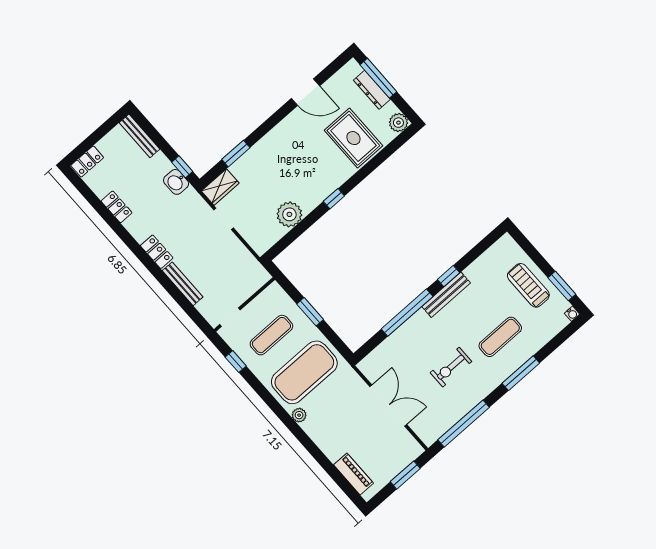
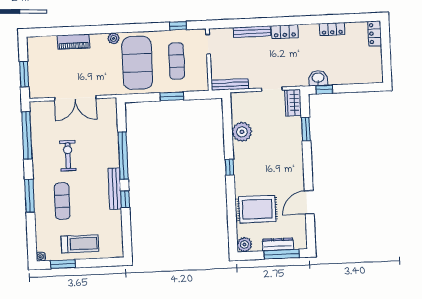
bench: (140, 136) -> (230, 85), moved
piano: (353, 474) -> (73, 42), moved

